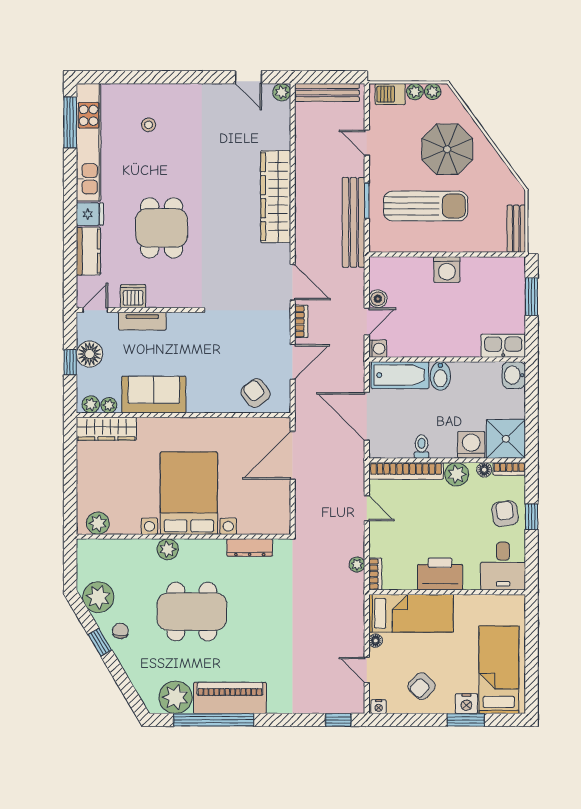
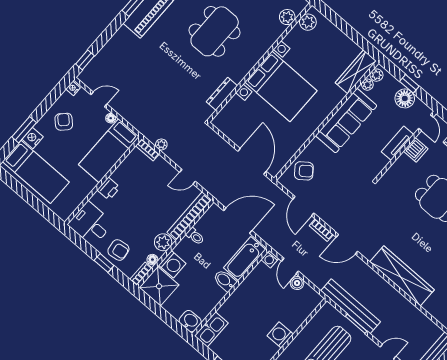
sofa: (154, 395) -> (346, 121), width x1.36
plant: (168, 549) -> (287, 17), moved
printer: (440, 574) -> (109, 189), width x0.53, depth x0.68

